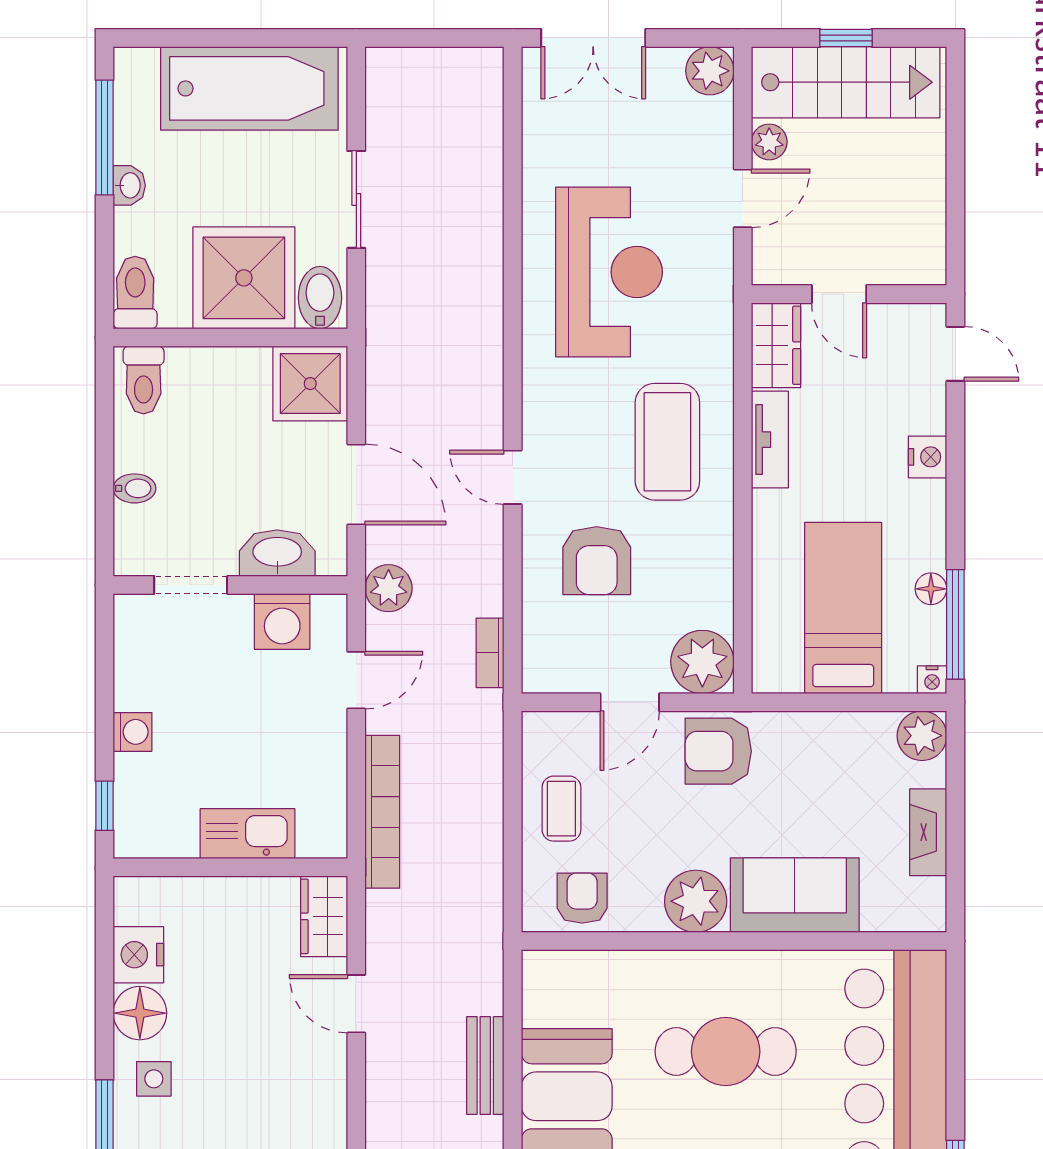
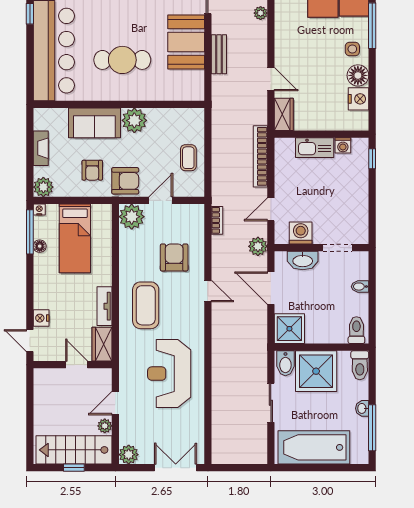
nightstand: (928, 457) -> (41, 318), moved
washing machine: (133, 732) -> (343, 145), moved, turned -90
armchair: (582, 898) -> (92, 170), moved

